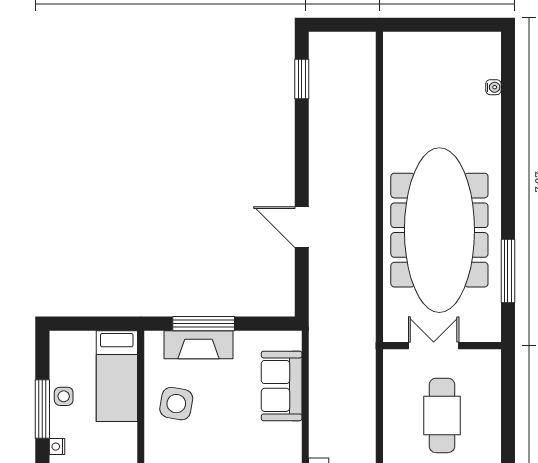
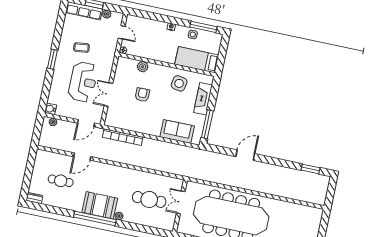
window: (204, 324) -> (207, 124), moved
double door: (434, 346) -> (181, 202), swing flipped
window: (42, 409) -> (203, 27), moved

